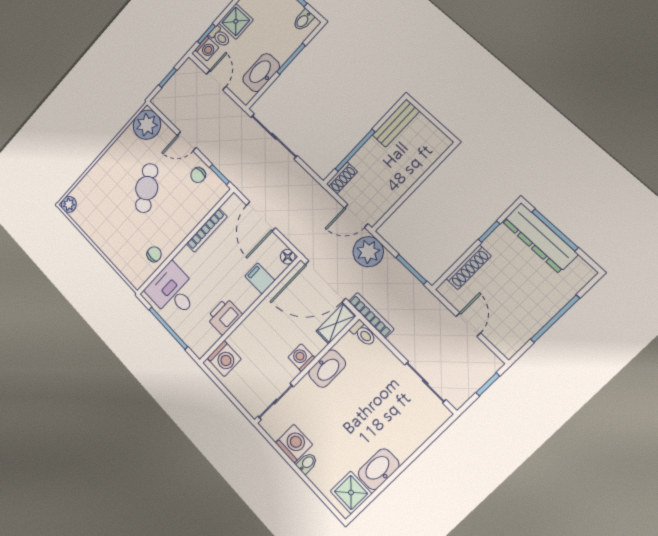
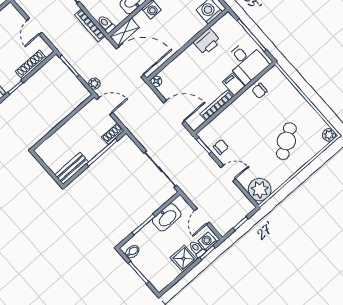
cafe table: (147, 188) -> (286, 141), moved
door: (261, 216) -> (174, 112), hinge flipped
plant: (368, 252) -> (94, 84), width x0.53, depth x0.53
filing cabinet: (260, 278) -> (234, 84), moved, turned 180
bookcase: (371, 315) -> (90, 25), moved

